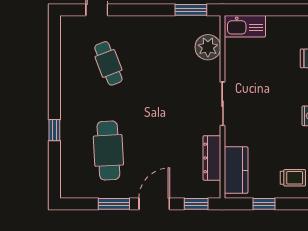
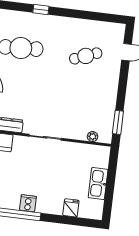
kitchen sink: (245, 26) -> (98, 184), moved
plant: (208, 47) -> (93, 137), width x0.53, depth x0.53

